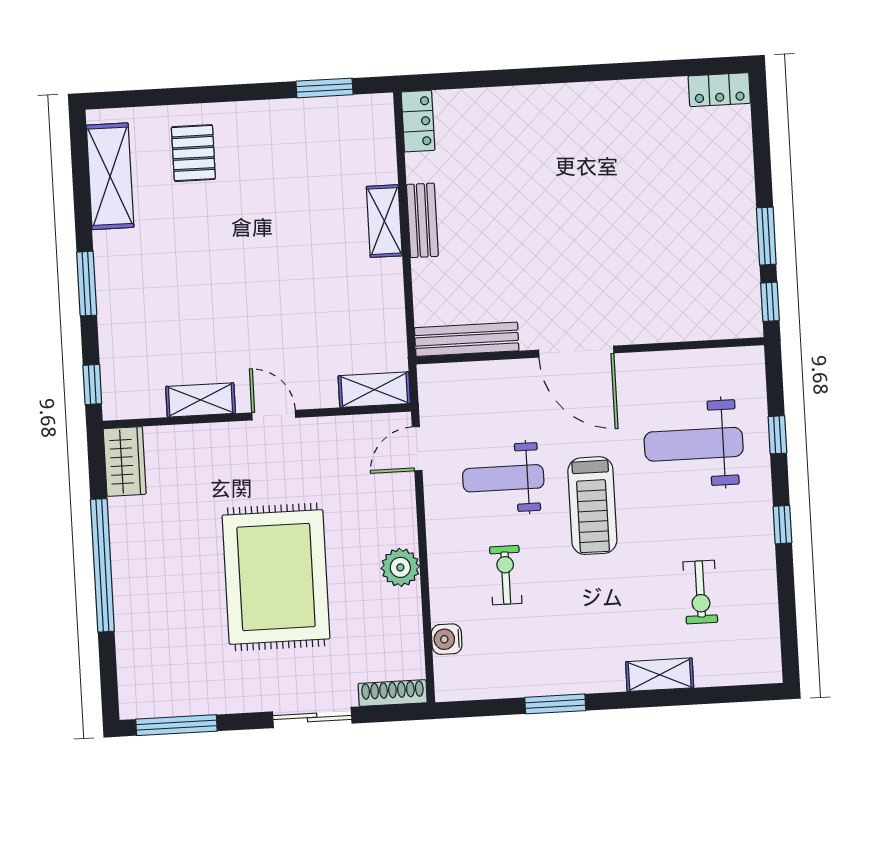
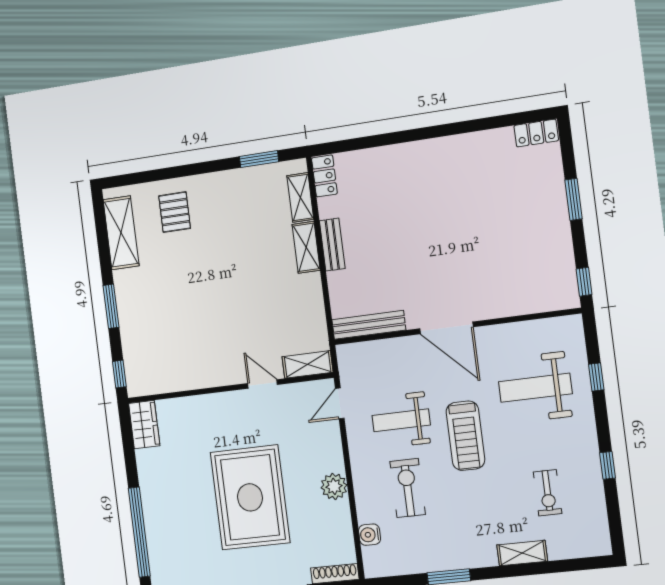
window: (766, 236) -> (573, 199), moved
shelving: (201, 400) -> (300, 197), moved, turned 90
door: (274, 415) -> (262, 384), moved
window: (782, 525) -> (608, 465), moved
window: (102, 565) -> (139, 532), moved
exercise bike: (506, 575) -> (408, 488), width x1.38, depth x1.39

